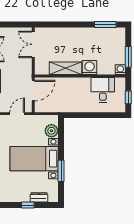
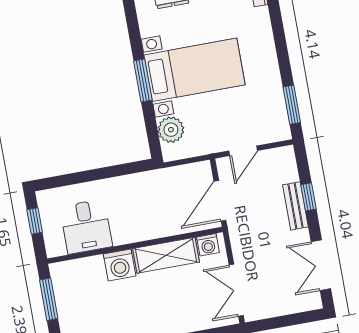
double door: (33, 44) -> (236, 290), swing flipped
washing machine: (120, 70) -> (208, 245), moved
window: (61, 171) -> (143, 80), moved

